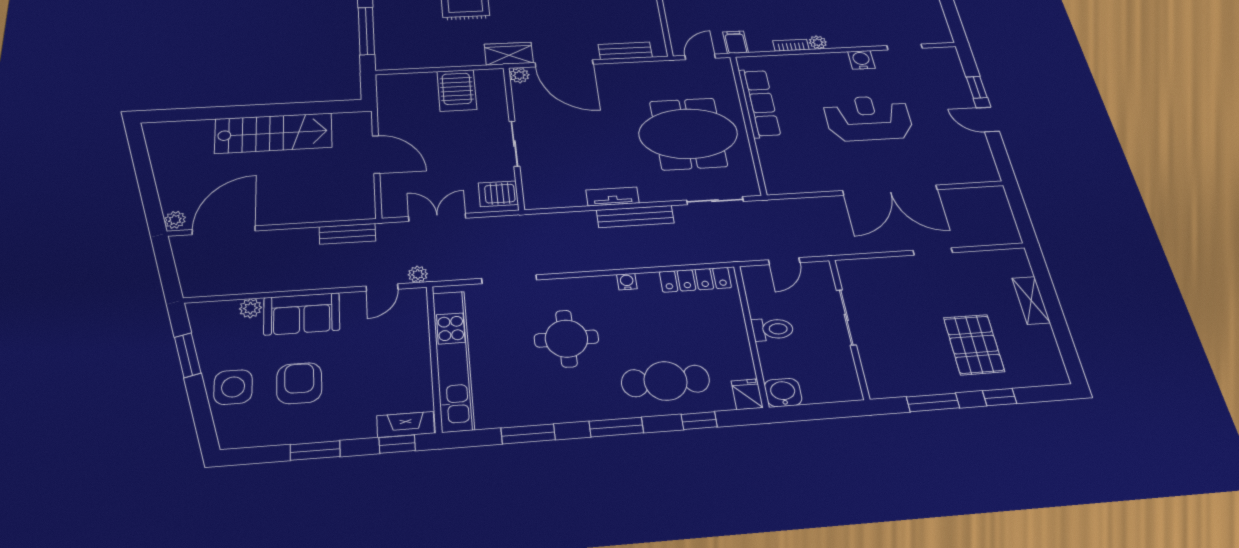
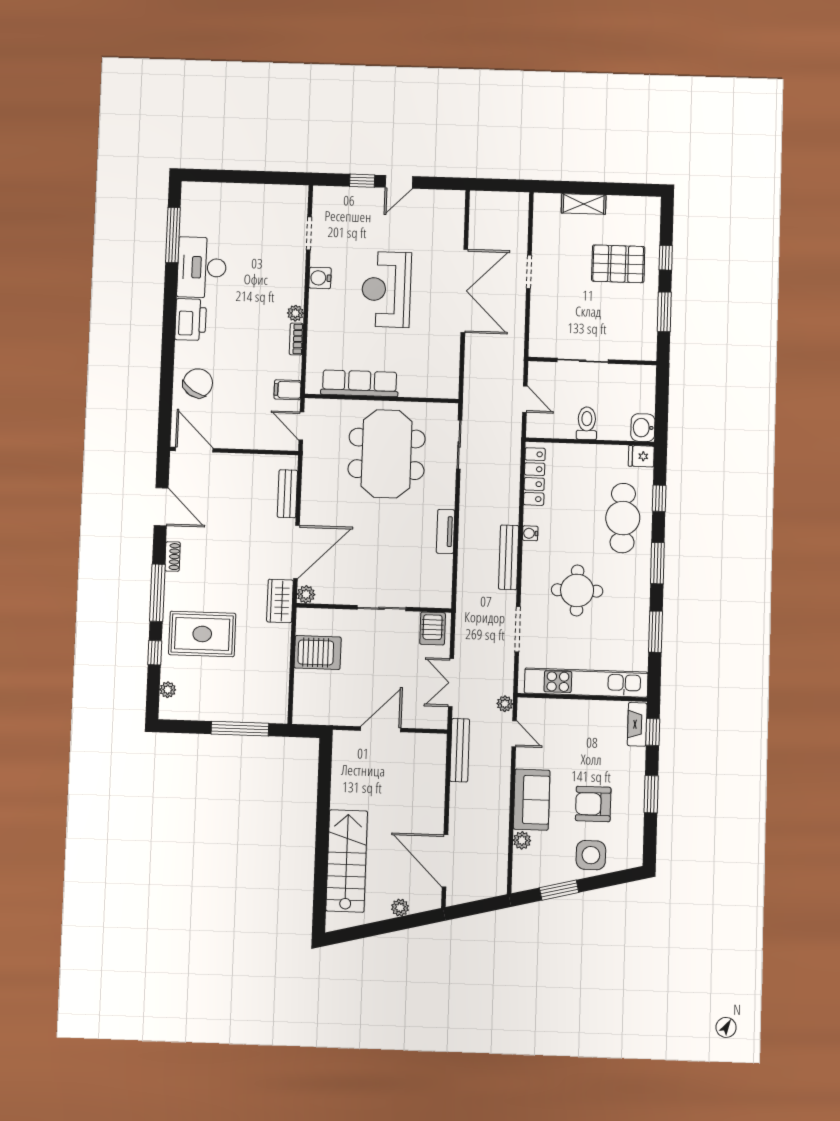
stairs: (273, 133) -> (347, 861), moved
bench: (635, 217) -> (509, 557), moved
plant: (175, 220) -> (400, 908), moved
bench: (348, 234) -> (460, 750), width x1.36

